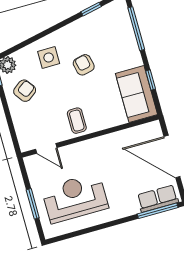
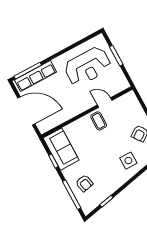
armchair: (84, 65) -> (84, 183), moved
door: (46, 148) -> (105, 103), moved
row of seats: (158, 199) -> (35, 76), width x1.48

